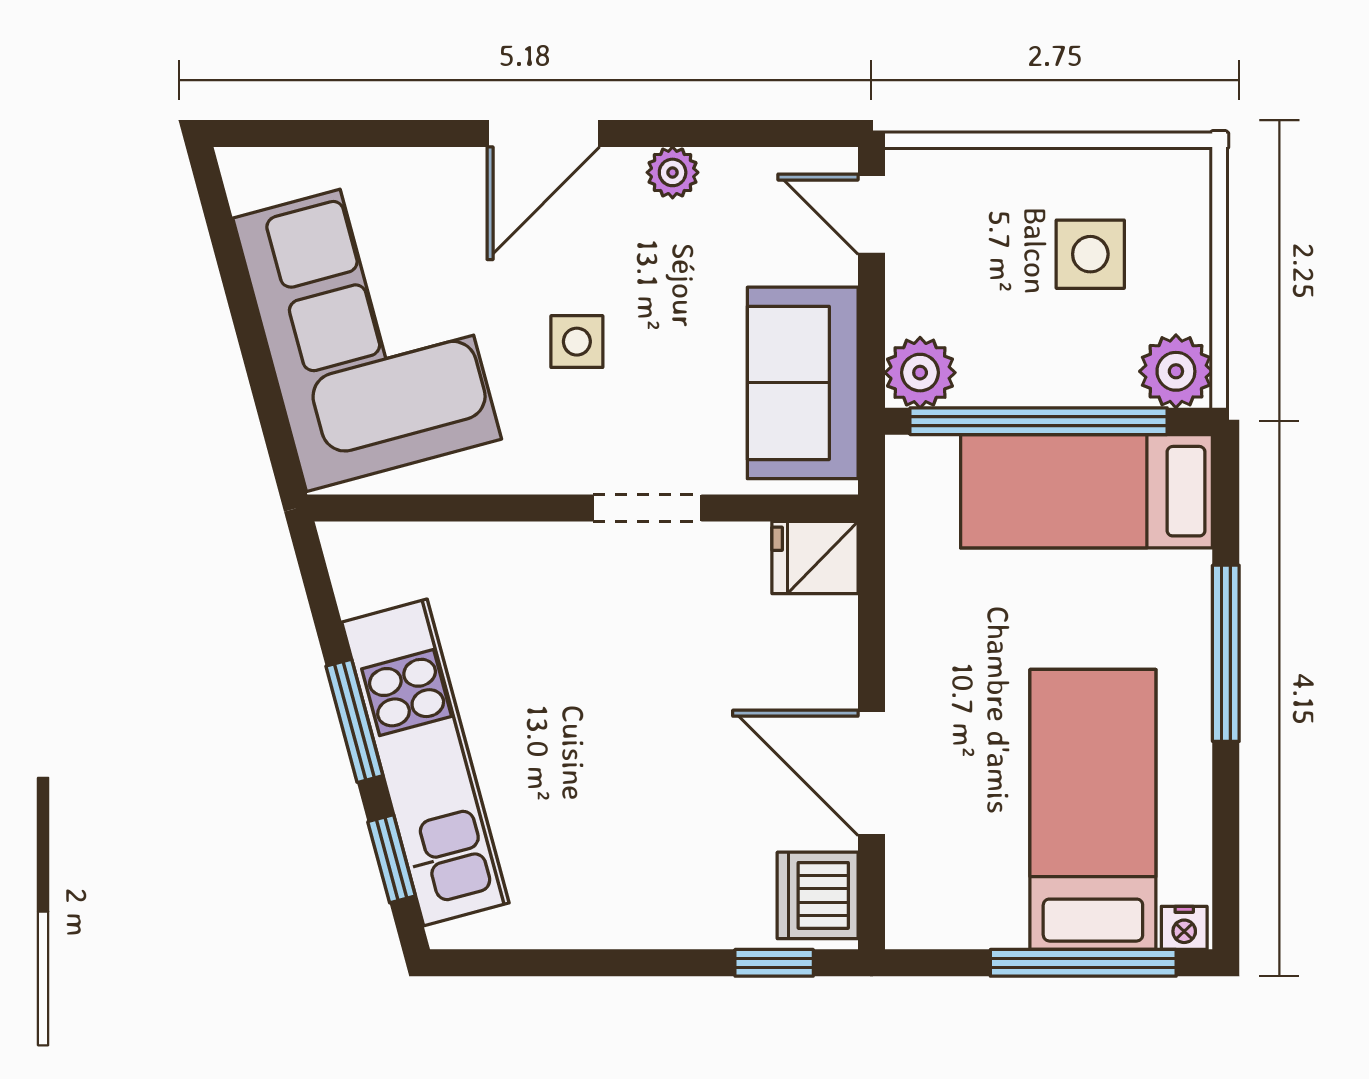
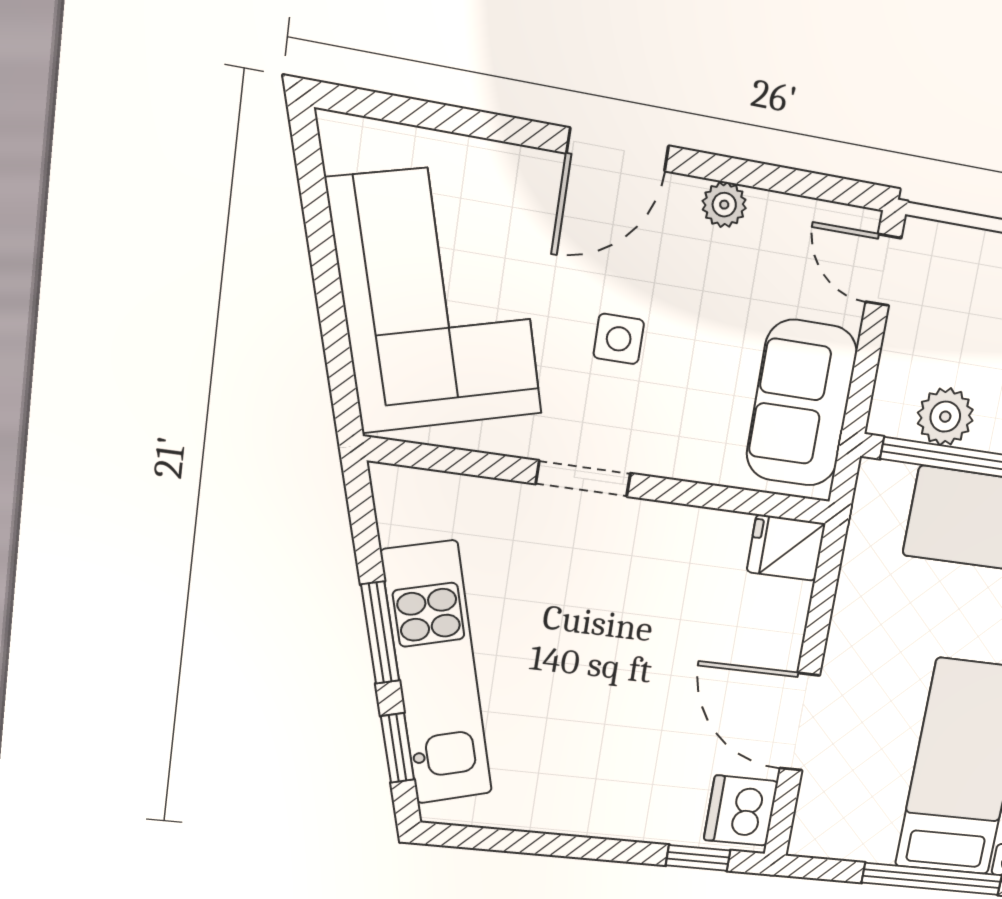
plant: (920, 373) -> (945, 417), moved
doorway: (647, 508) -> (583, 479), moved

